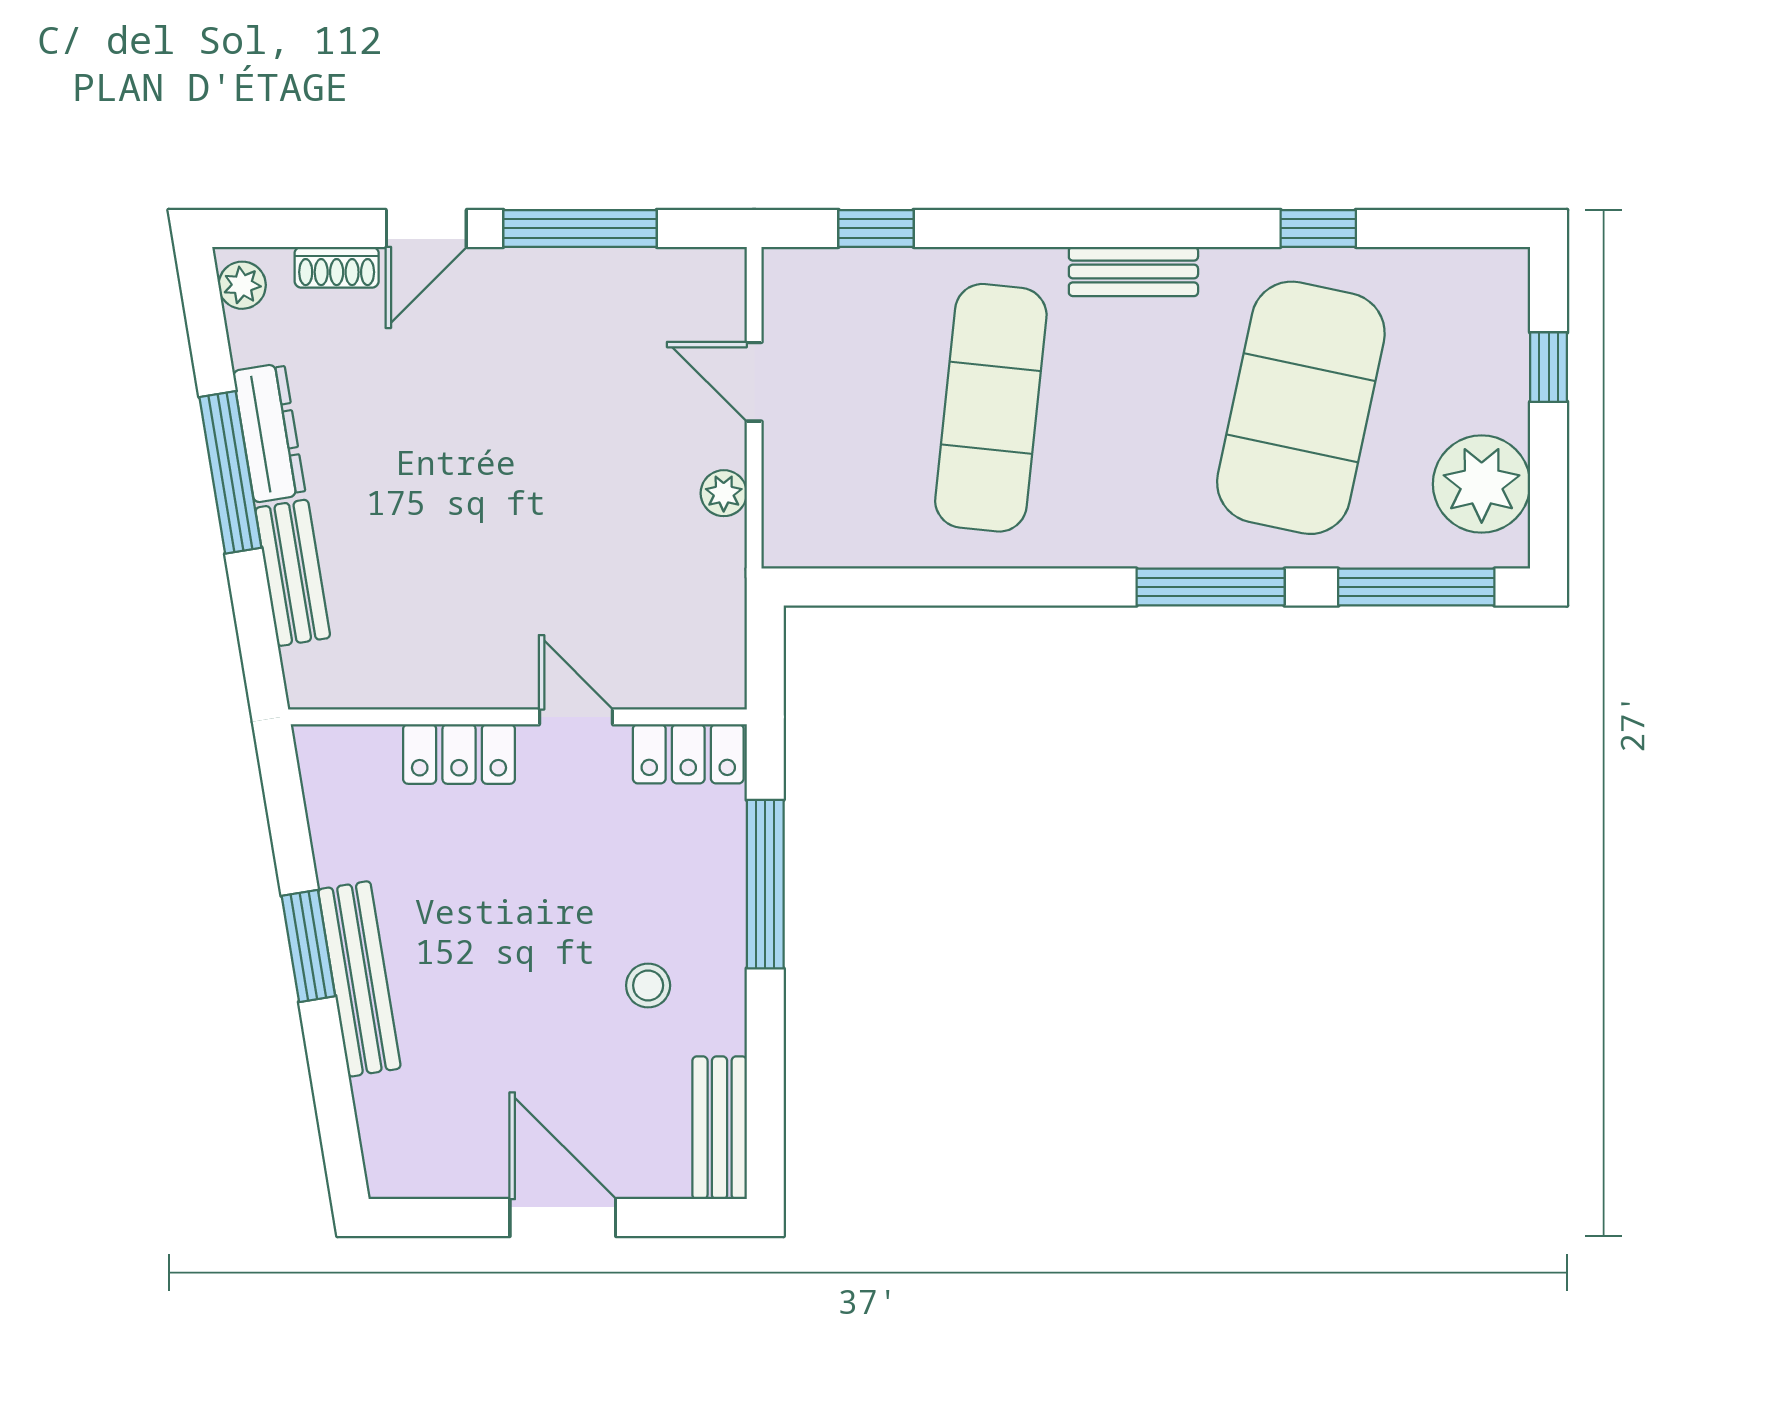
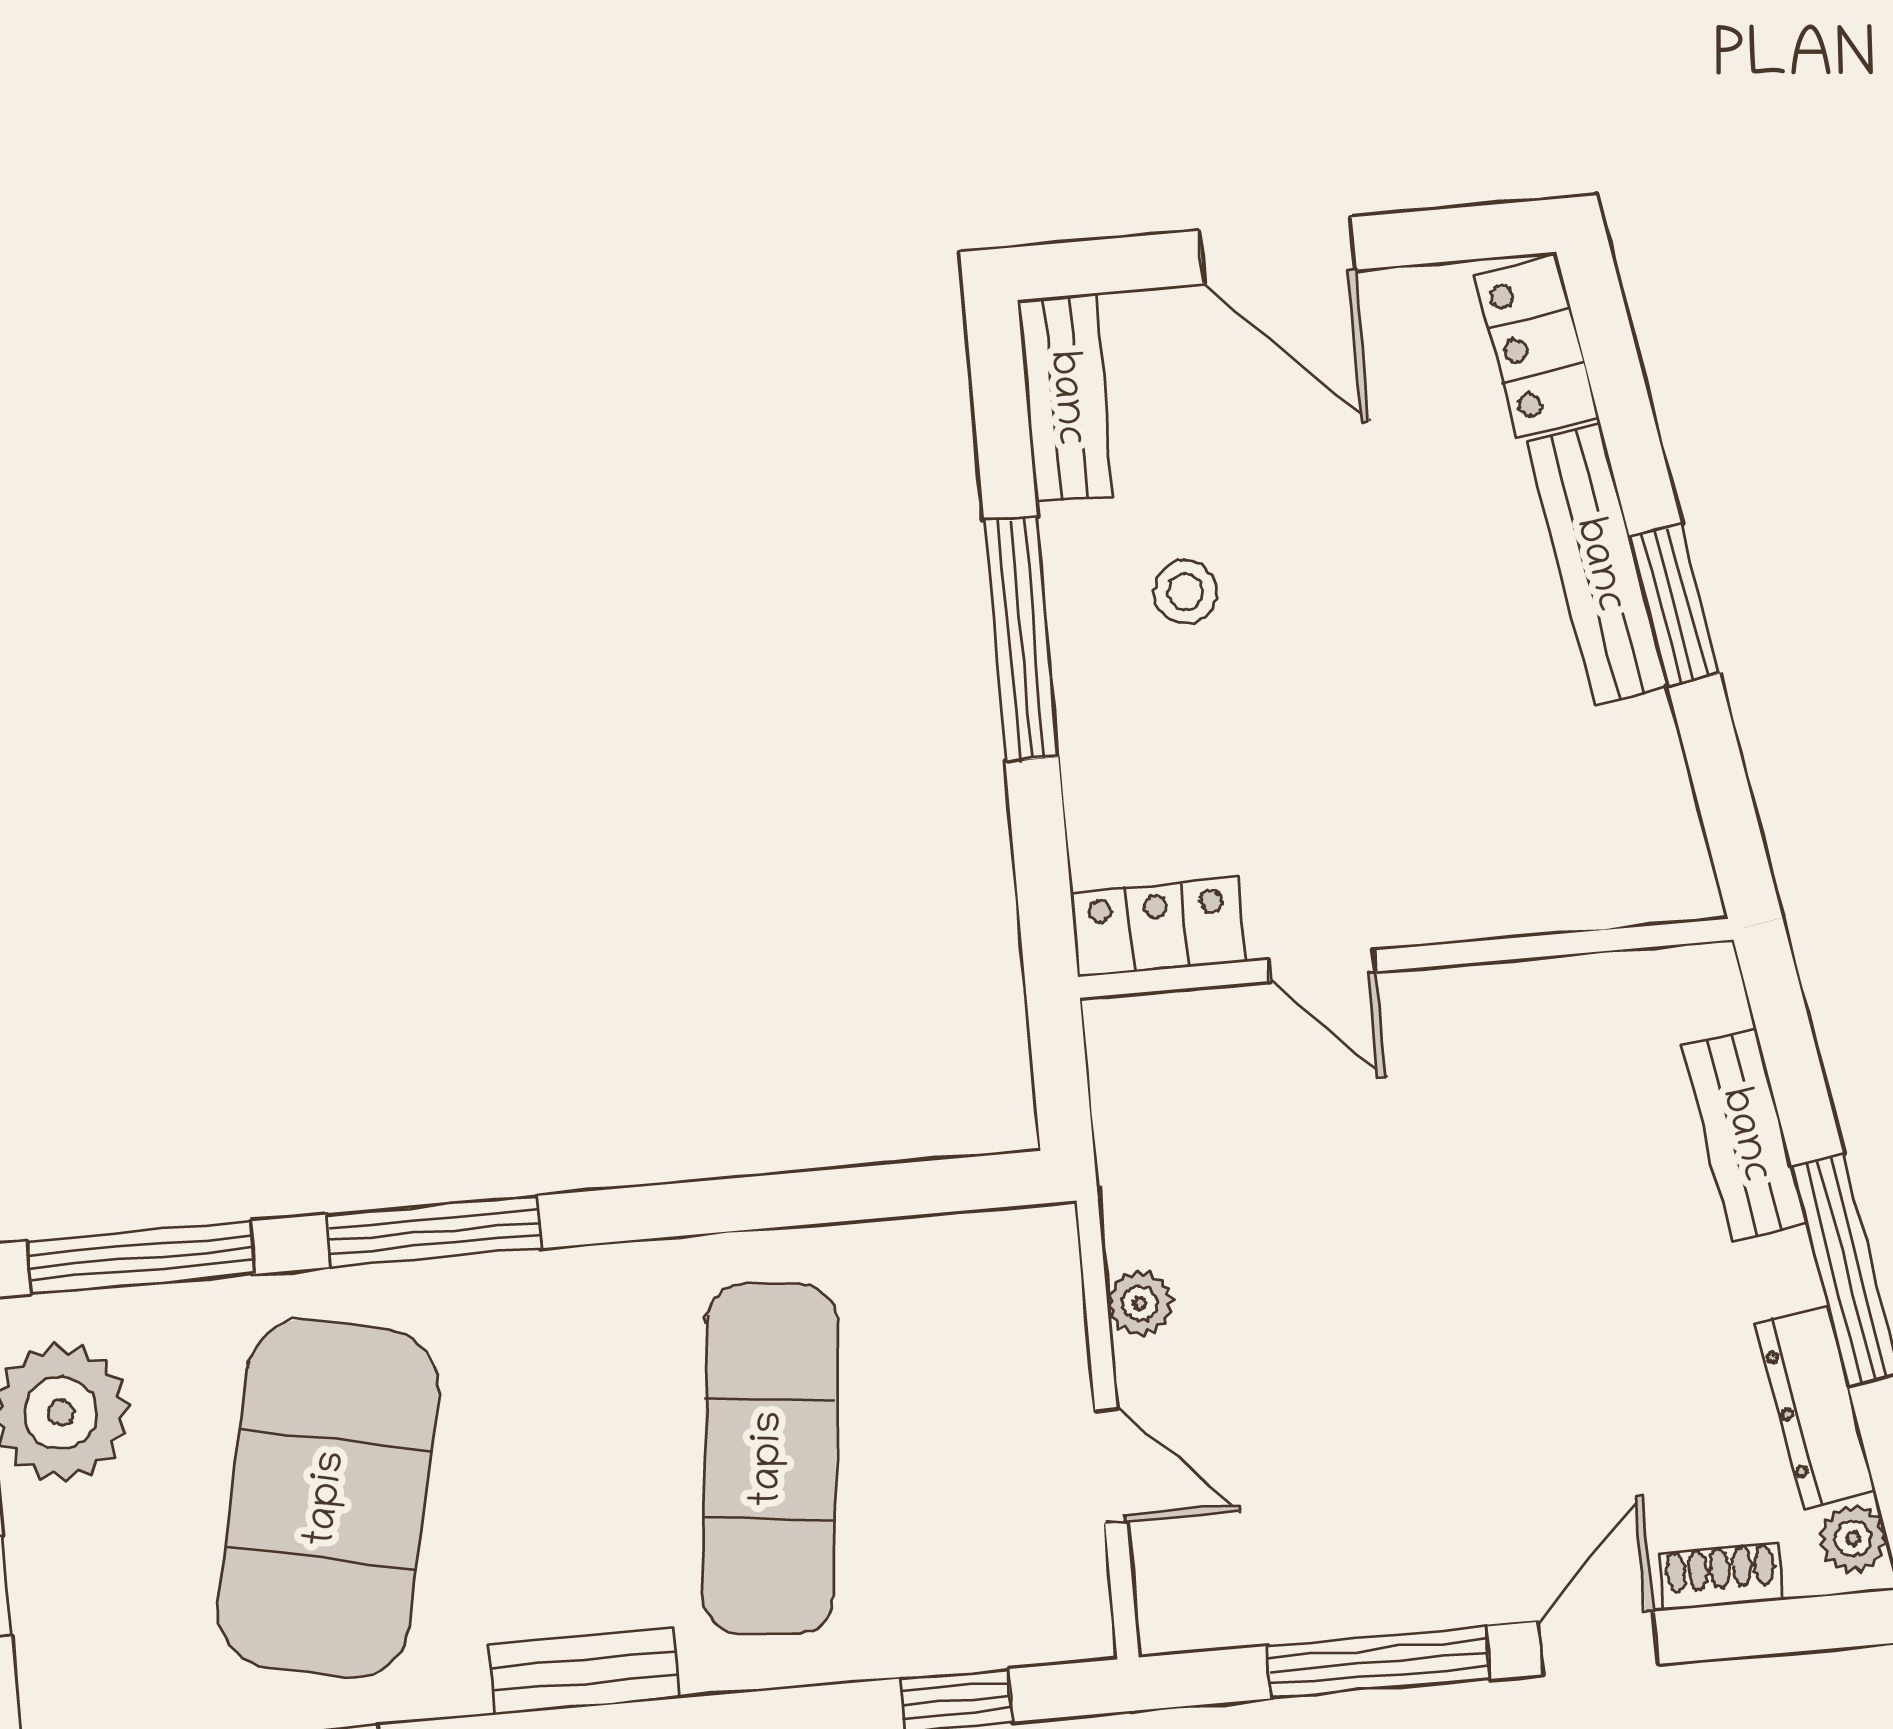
dresser: (269, 433) -> (1815, 1407), moved
locker: (459, 754) -> (1536, 345), moved, turned -99
window: (765, 884) -> (1021, 639), moved

